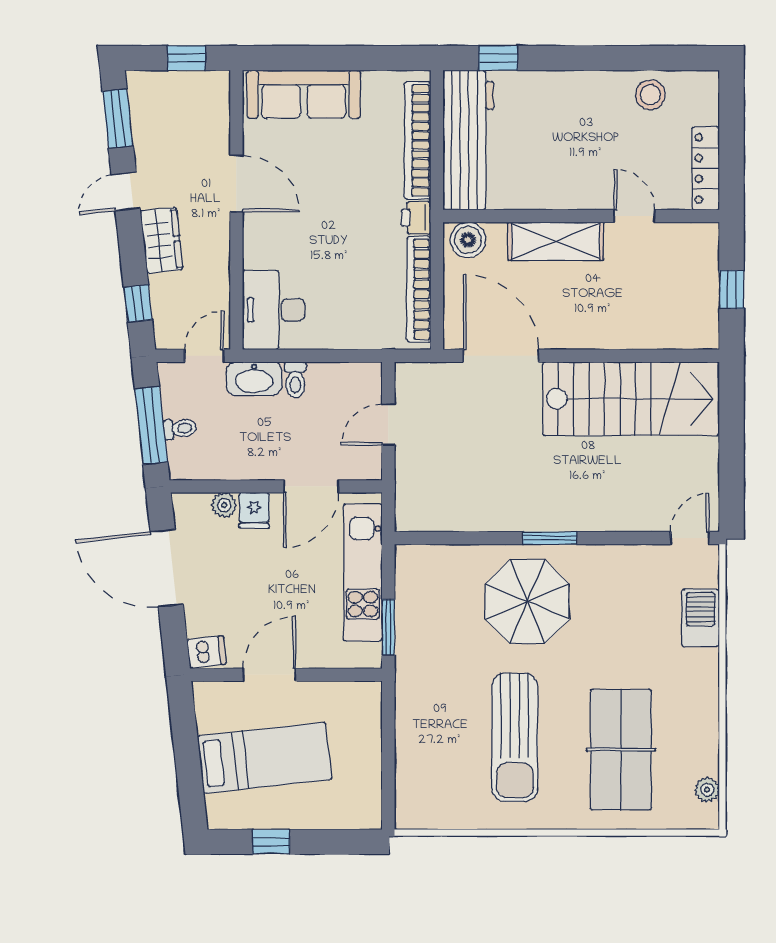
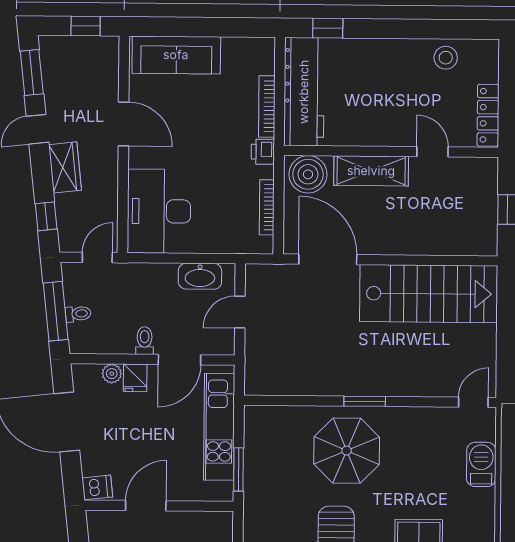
bookcase: (417, 140) -> (267, 106), width x0.68, depth x0.76
boiler: (468, 240) -> (308, 174), width x1.37, depth x1.37
bookcase: (419, 289) -> (267, 207), width x0.68, depth x0.76
desk: (274, 310) -> (159, 211), width x1.36, depth x1.30
washbasin: (254, 379) -> (200, 276), moved
toilet: (295, 380) -> (145, 341), moved, turned 180

